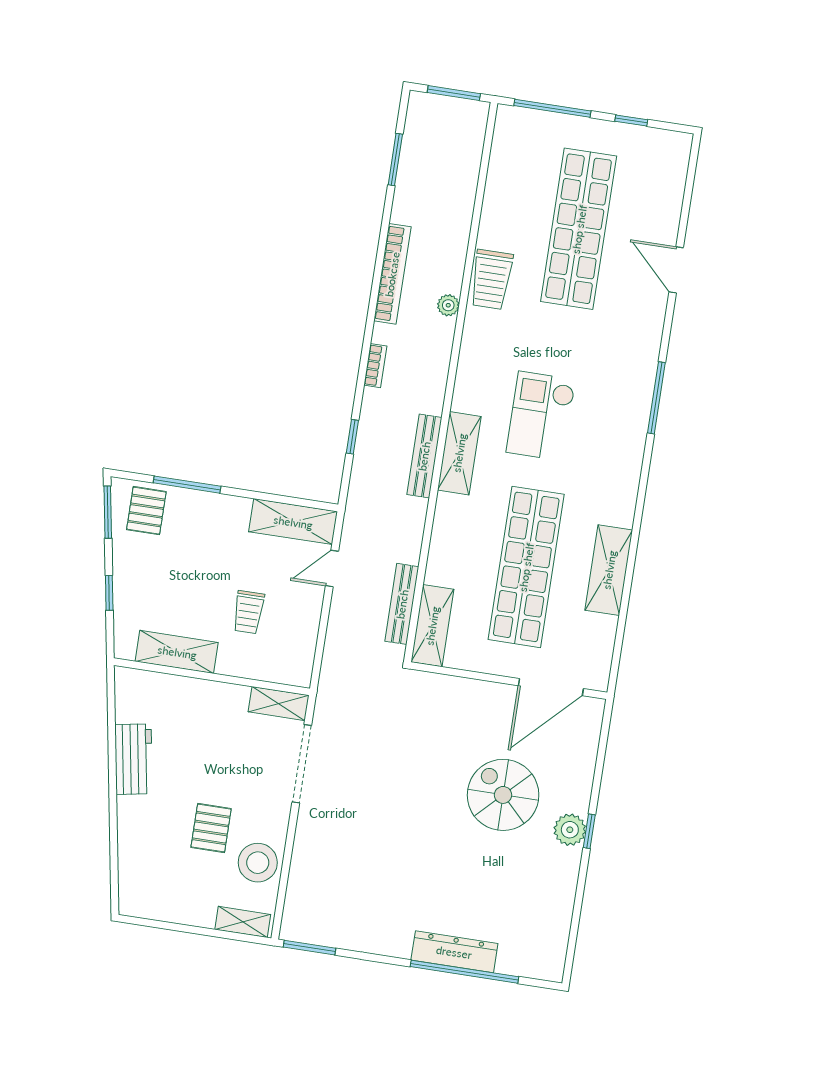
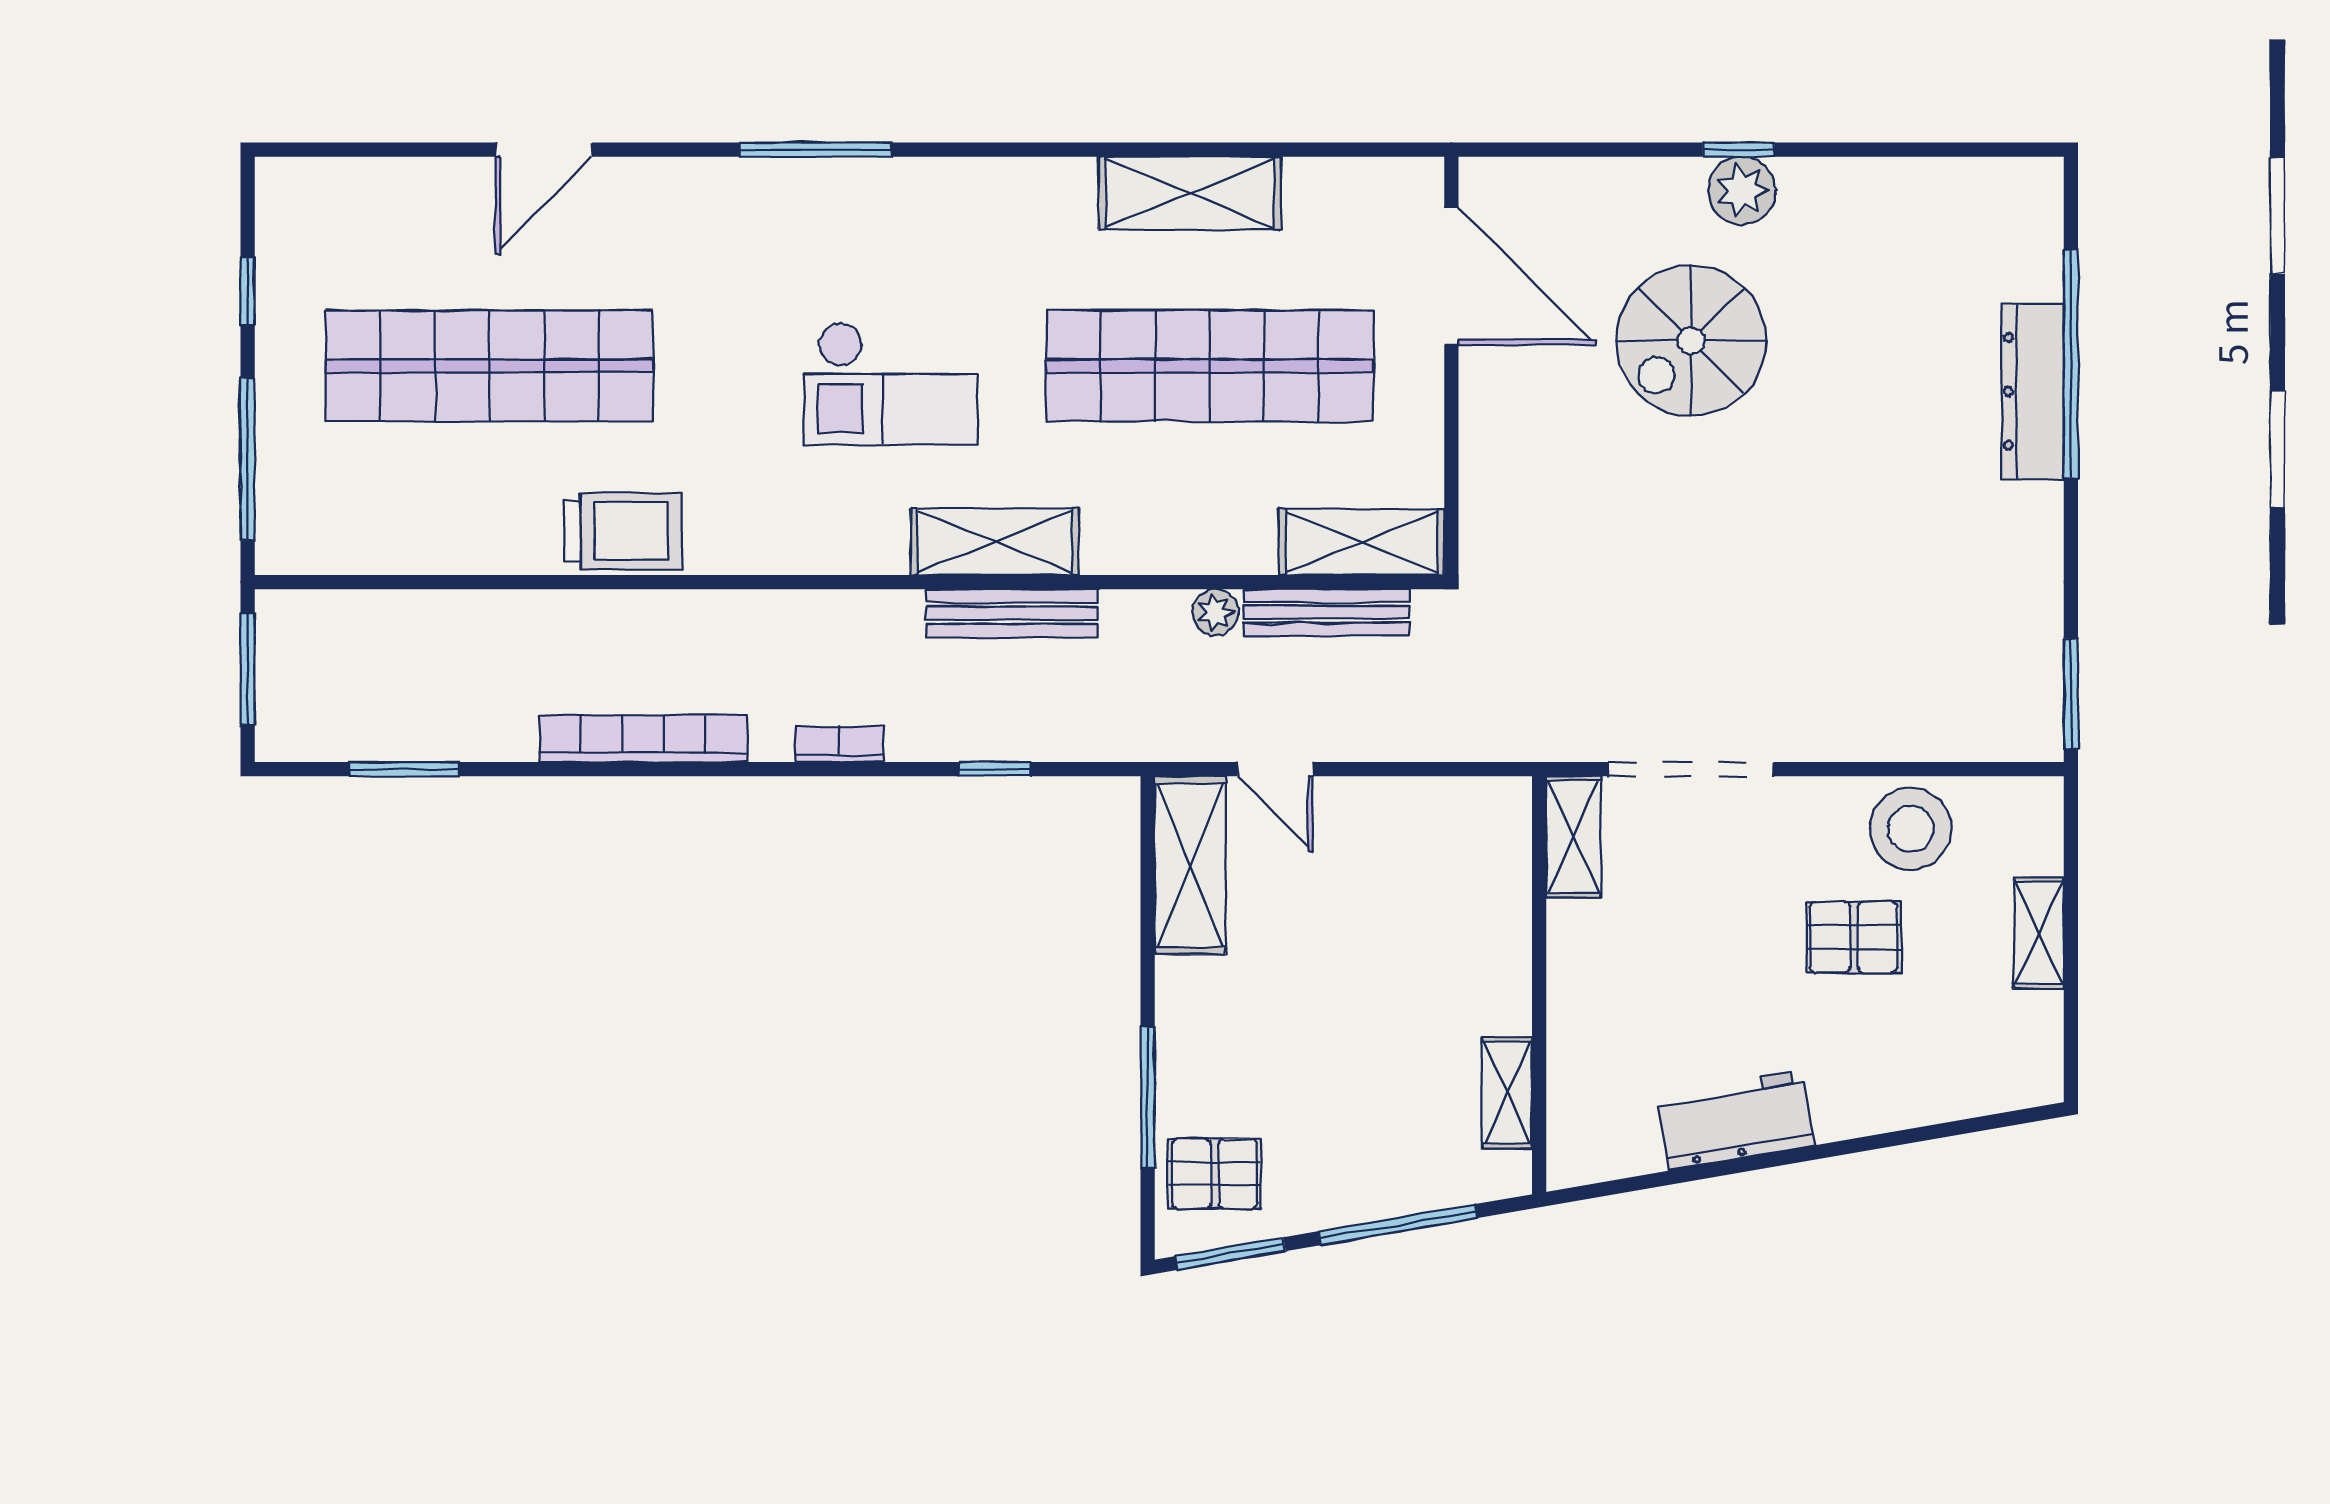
plant: (448, 305) -> (1216, 612), moved
window: (109, 593) -> (1398, 1225), width x2.17
trolley: (248, 612) -> (1393, 929), removed
shelving: (177, 652) -> (1507, 1093), width x0.67, depth x0.75
shelving: (243, 922) -> (2039, 933), moved

